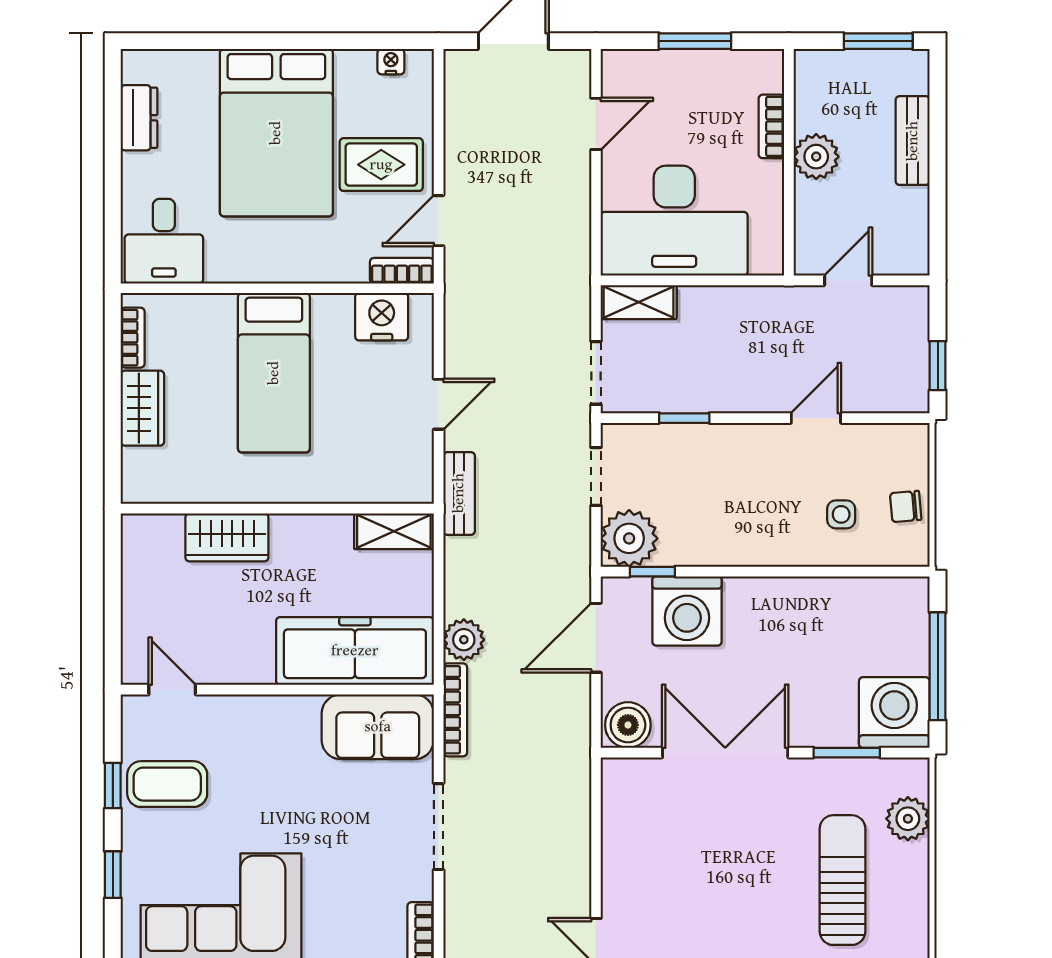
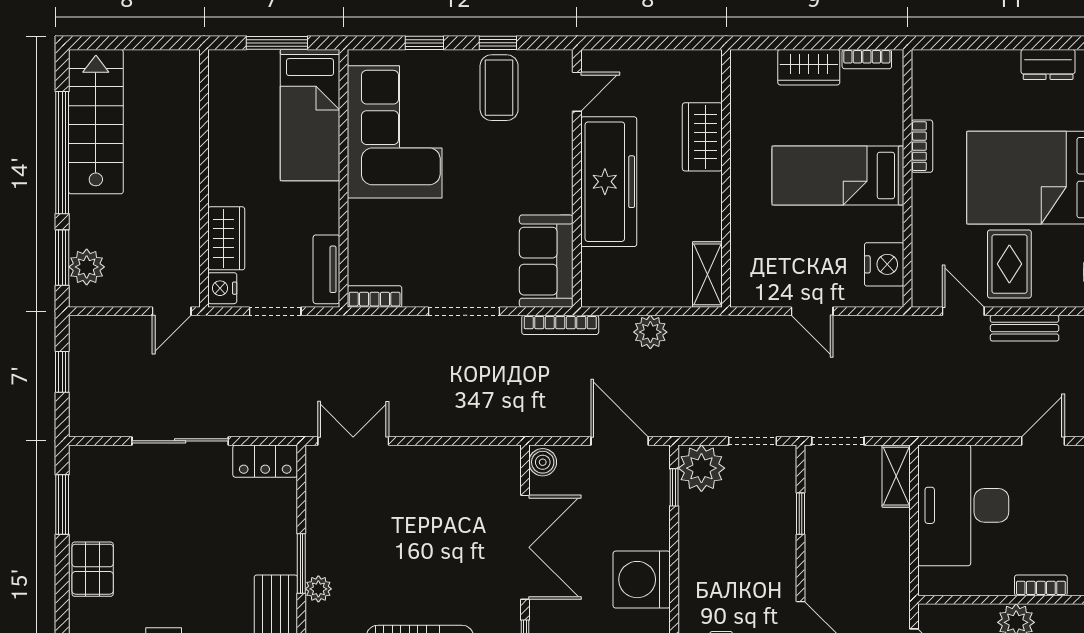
door: (596, 124) -> (1043, 441), swing flipped
desk: (164, 241) -> (946, 85), removed
bookcase: (402, 271) -> (922, 146), moved
bench: (459, 493) -> (1025, 328), moved
washing machine: (687, 611) -> (642, 580), moved
plant: (464, 640) -> (650, 332), moved
freezer: (355, 651) -> (609, 182), moved
boiler: (628, 725) -> (543, 462), width x0.73, depth x0.73

